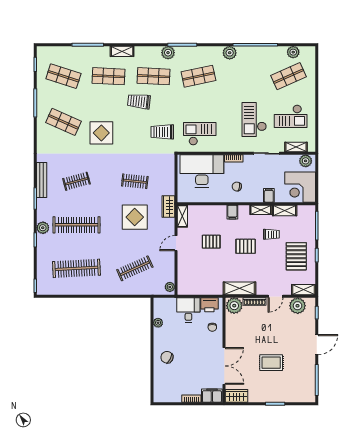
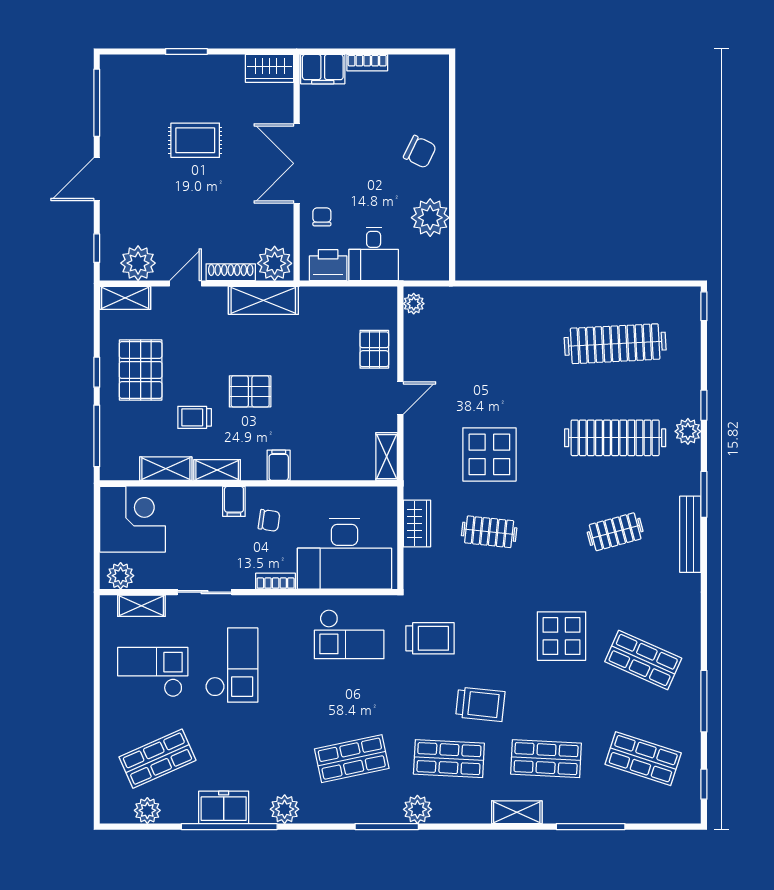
freezer: (258, 54) -> (224, 807), added
filing cabinet: (269, 195) -> (234, 501), moved
wardrobe: (168, 207) -> (417, 523), moved
pallet: (211, 242) -> (374, 349), moved, turned 90
clothes rail: (135, 268) -> (489, 344), removed
plant: (158, 323) -> (430, 218), width x1.88, depth x1.88
double door: (224, 366) -> (297, 163), moved

